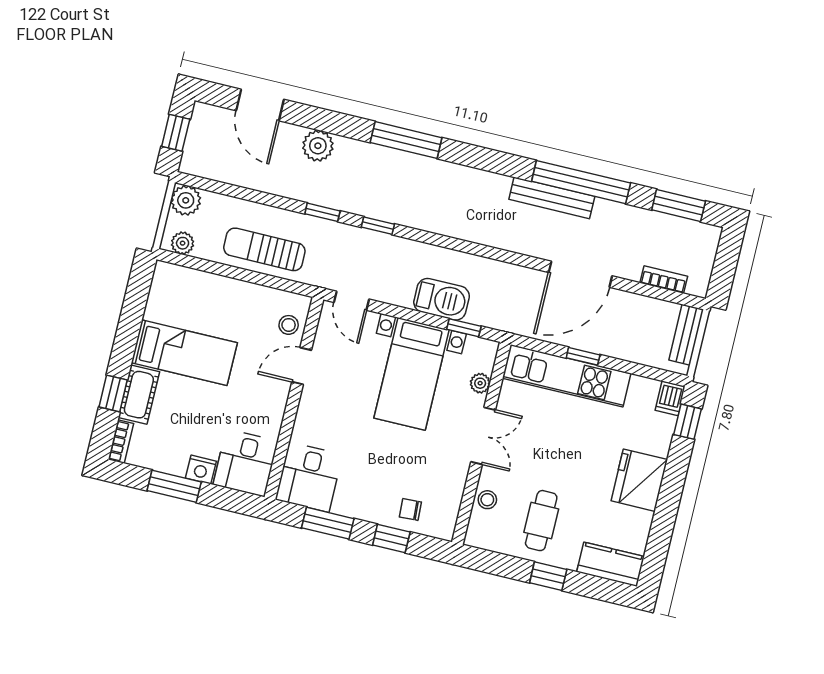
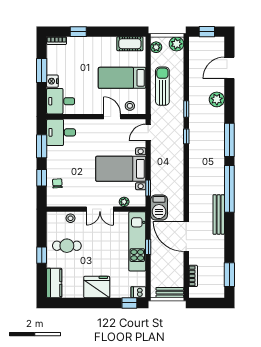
window: (581, 182) -> (229, 189), moved
barbecue: (442, 299) -> (159, 208), moved
bed: (184, 353) -> (122, 78), moved, turned 90
cot: (139, 395) -> (130, 44), moved

